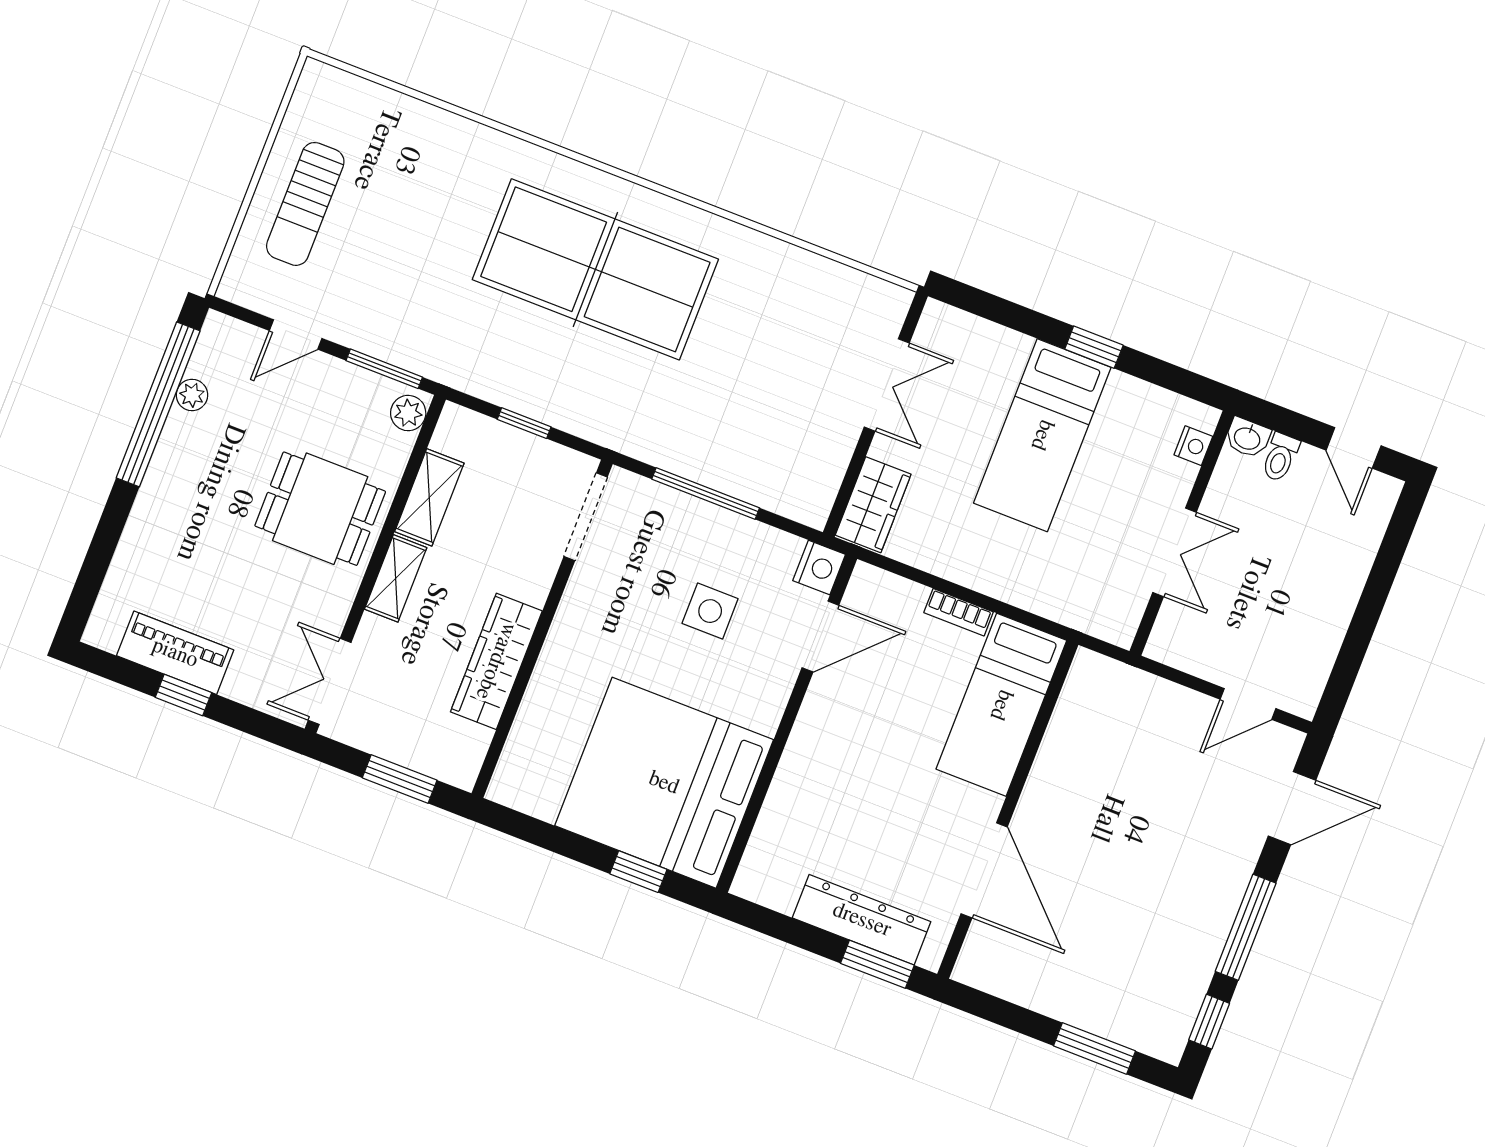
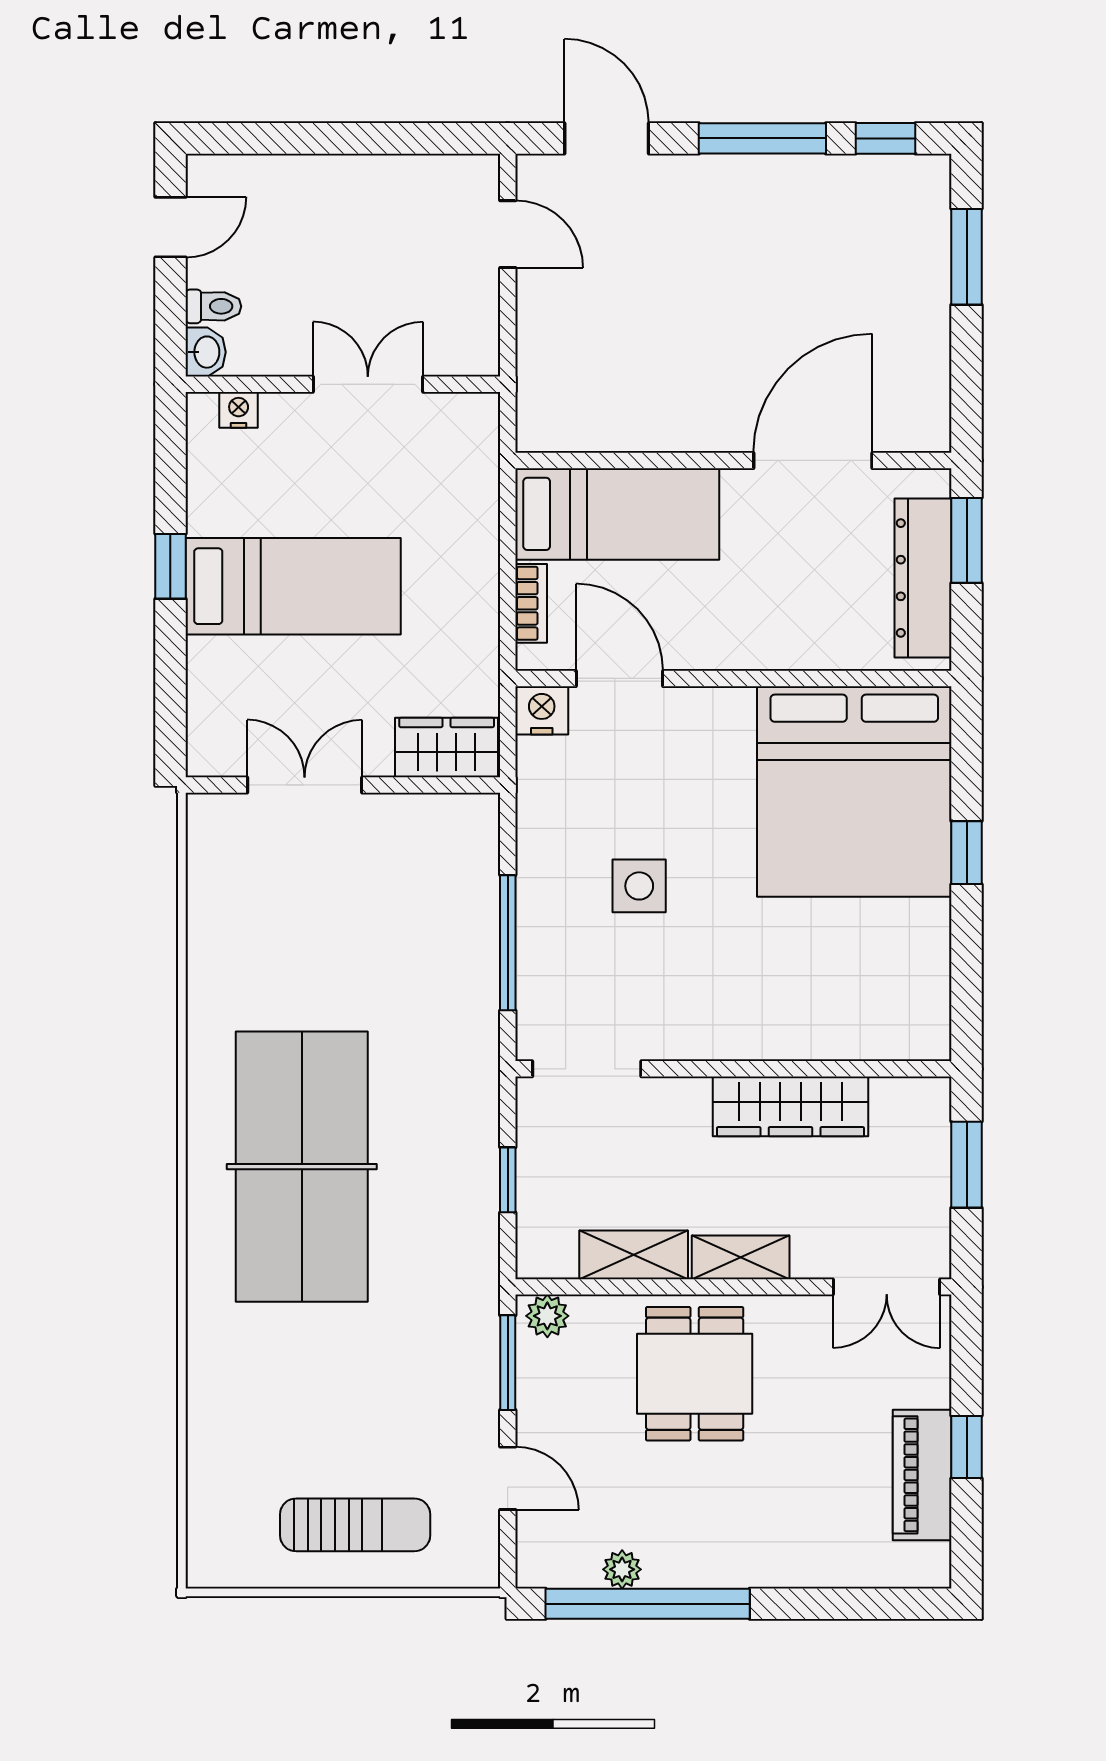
nightstand: (819, 568) -> (542, 710), moved
door: (820, 637) -> (619, 678), moved
wall: (787, 724) -> (733, 678), moved
bed: (664, 783) -> (854, 792), moved

